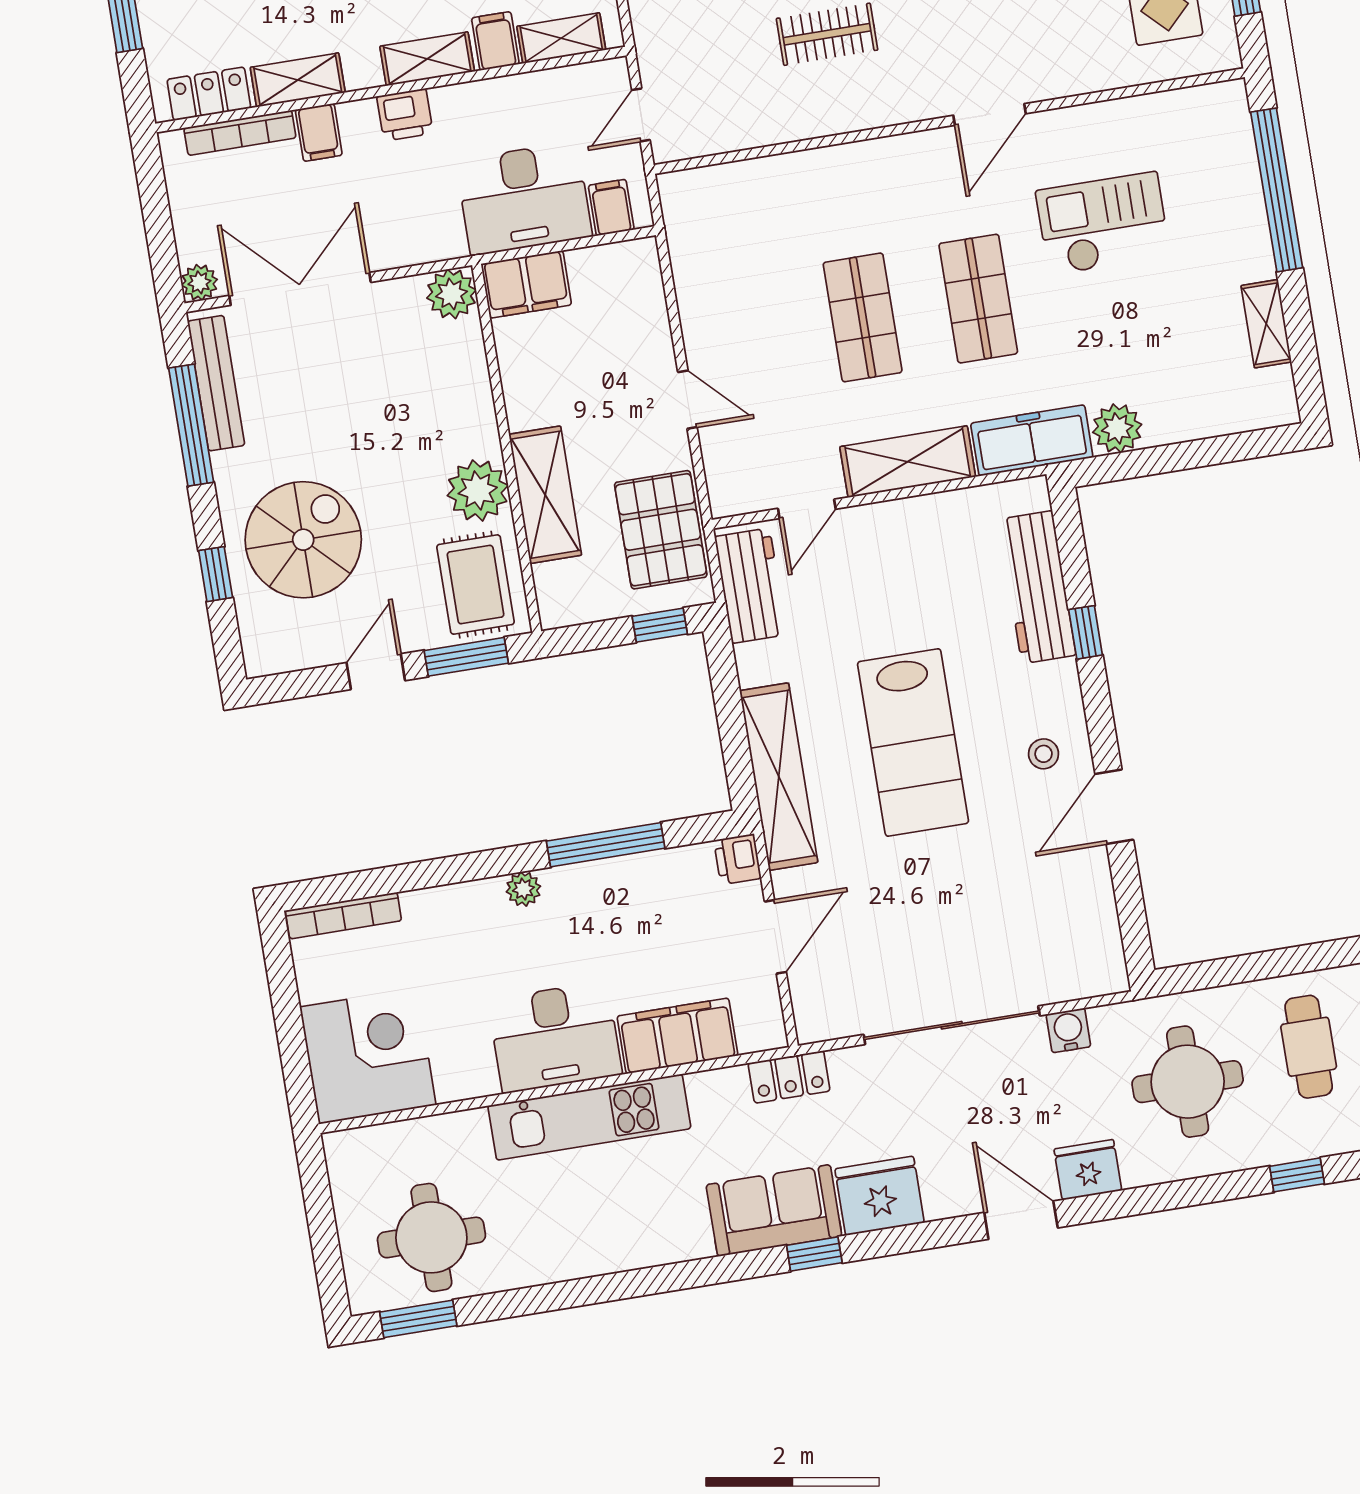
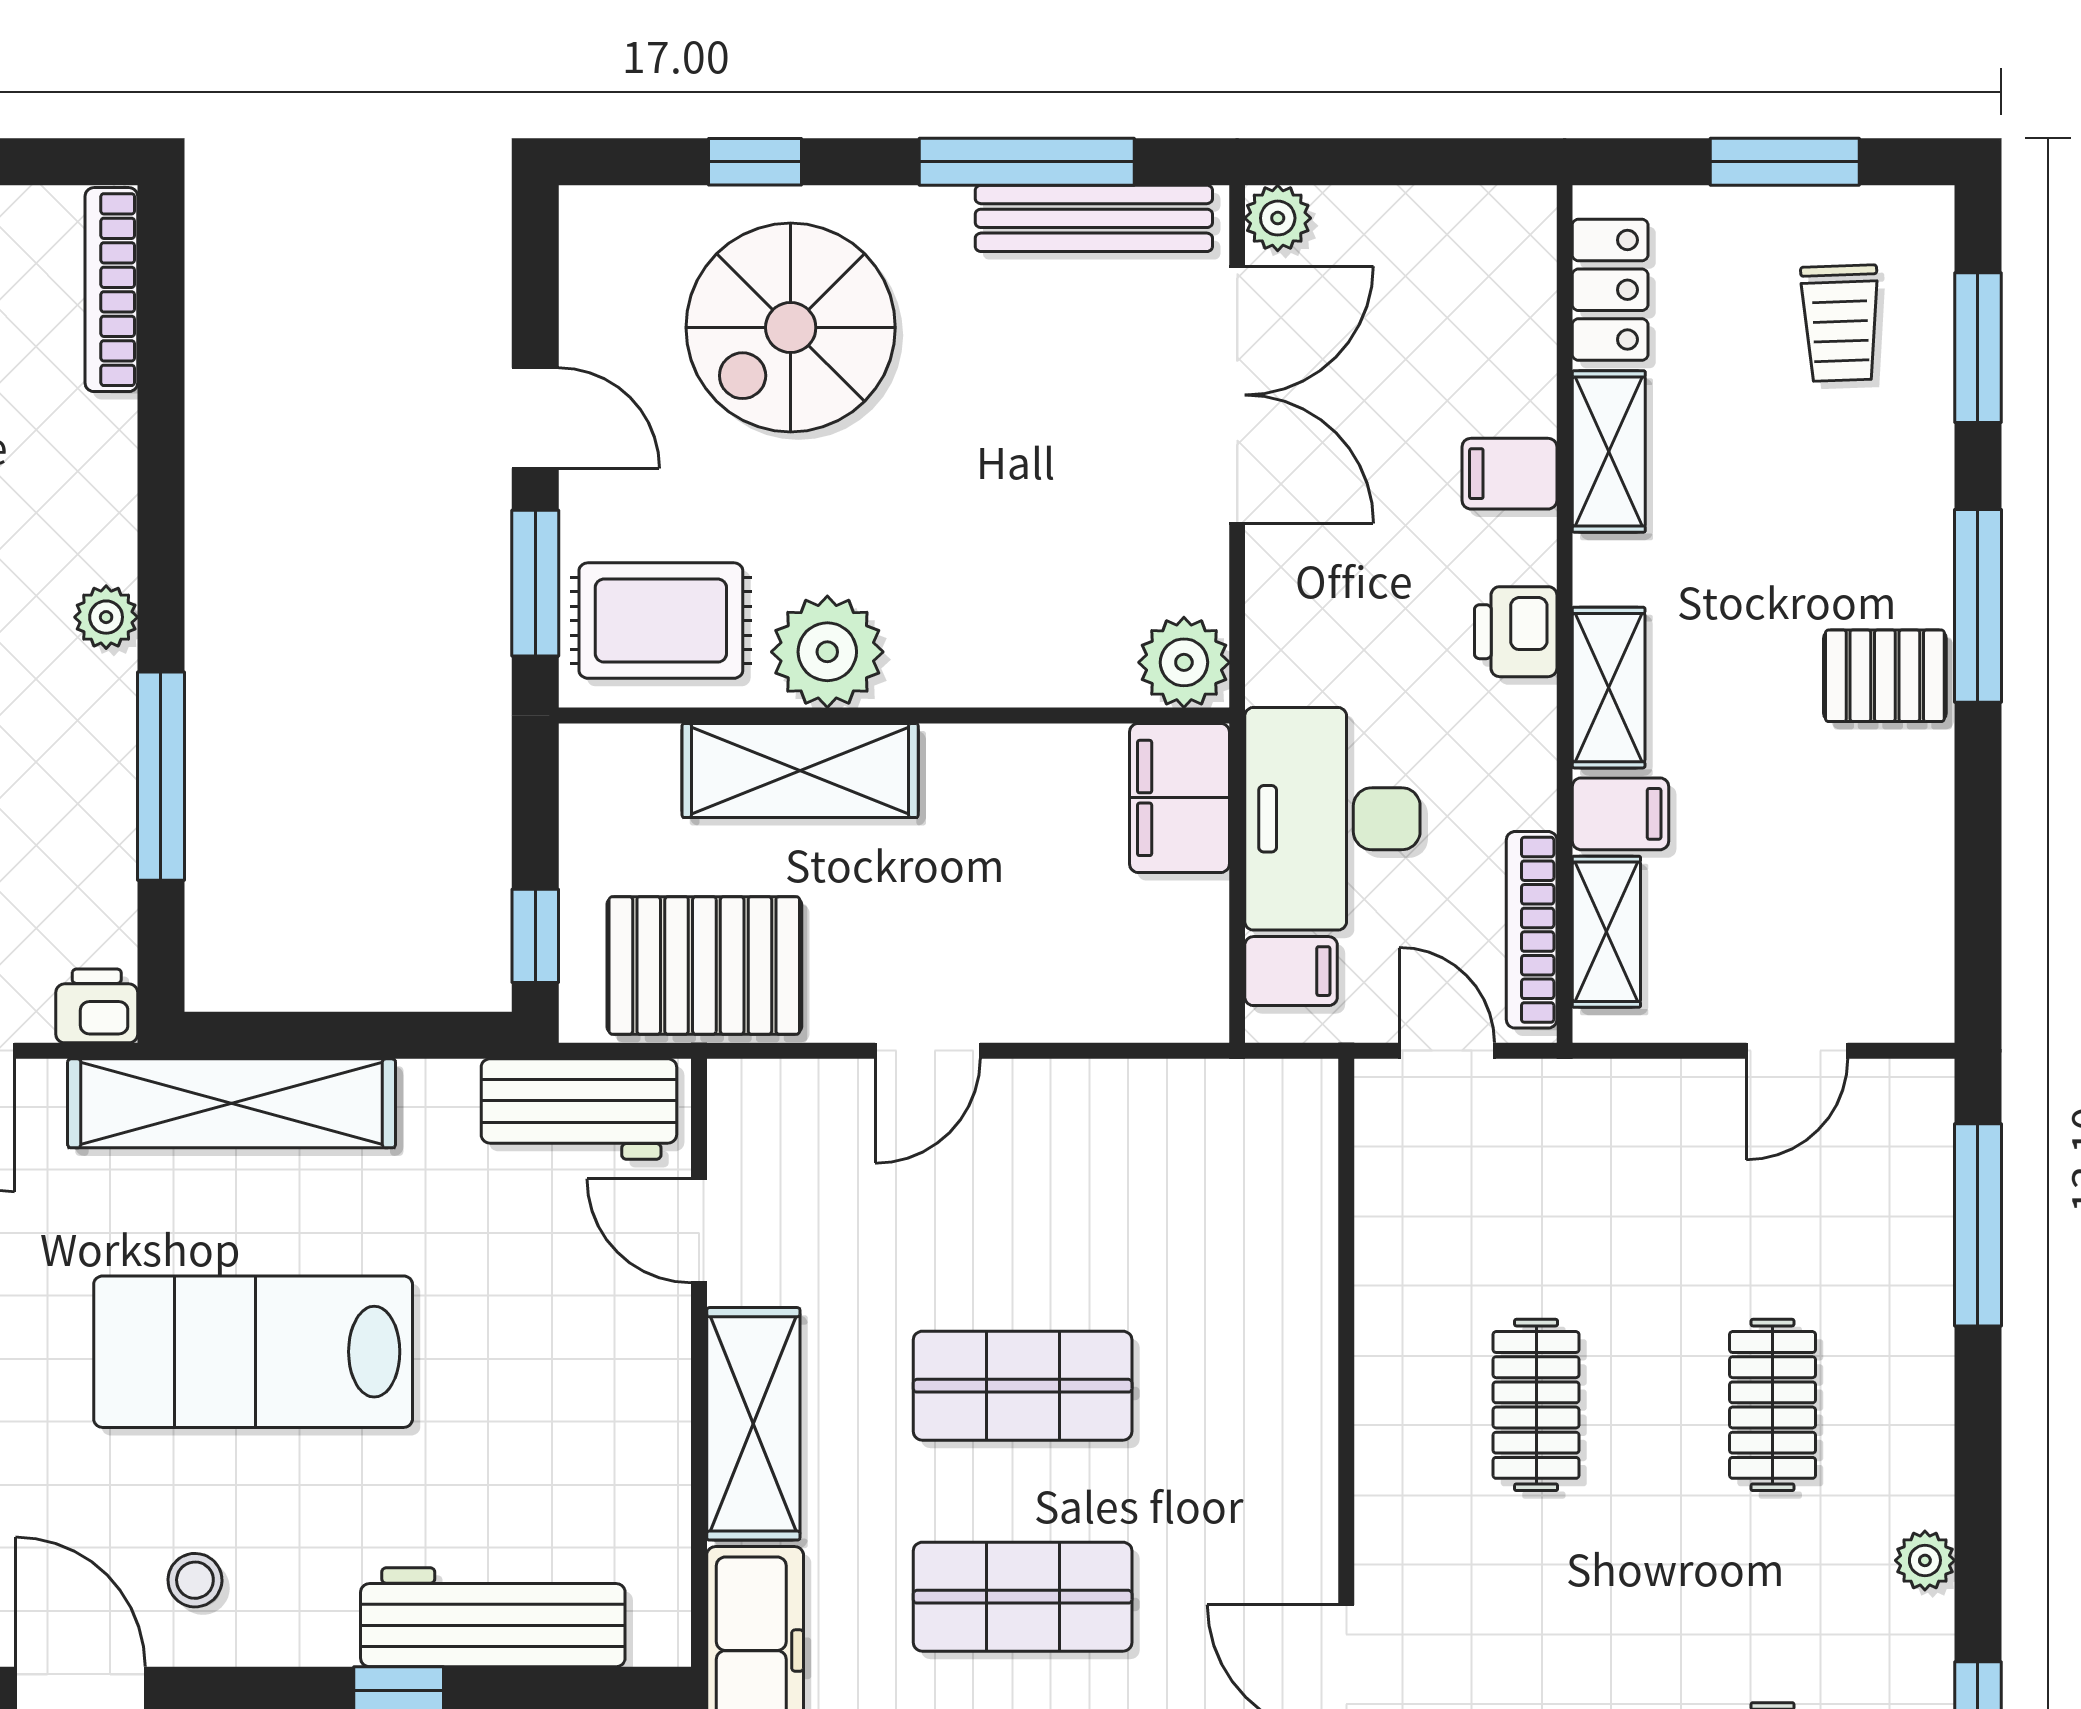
bookcase: (240, 133) -> (1532, 930), moved
spiral stairs: (303, 540) -> (791, 328), turned 90

